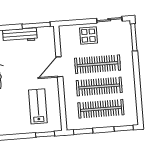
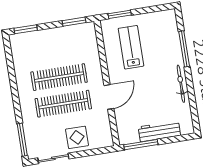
lab bench: (38, 106) -> (131, 47), turned 180
clothes rail: (101, 109) -> (55, 50), removed

